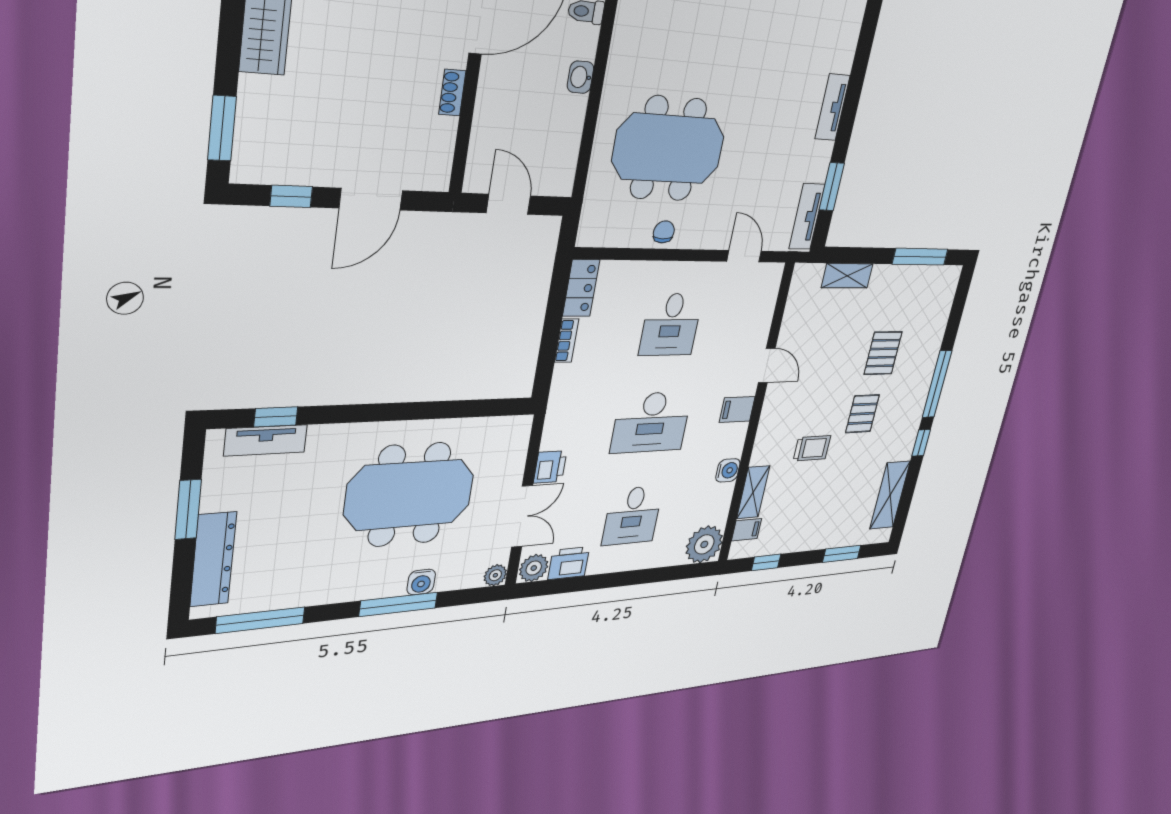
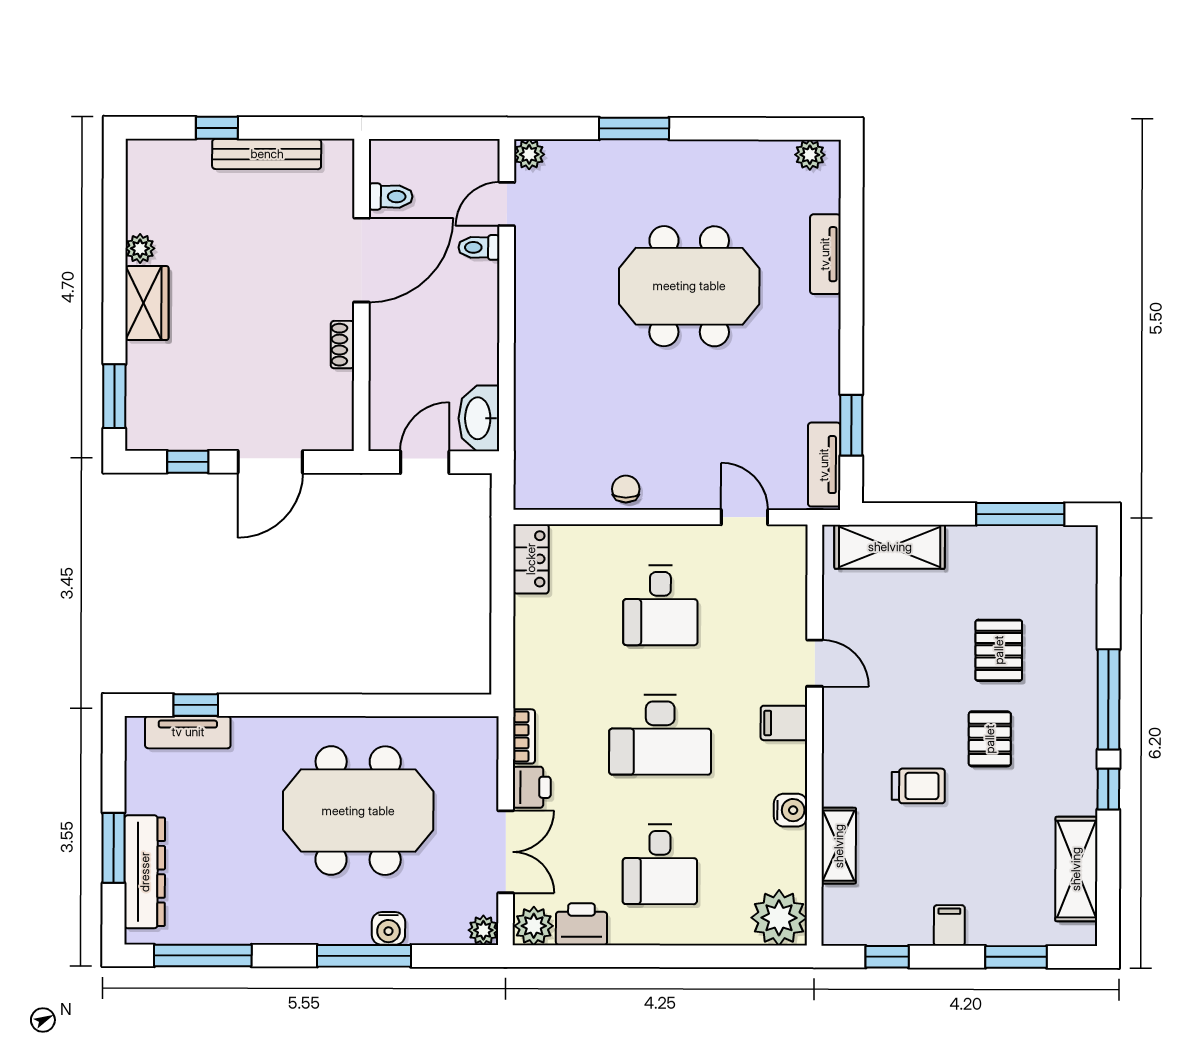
washbasin: (580, 77) -> (479, 418), moved, width x1.91, depth x1.45
tv unit: (832, 107) -> (825, 254), moved
meeting table: (668, 149) -> (689, 286), moved
door: (509, 204) -> (425, 462), hinge flipped
shelving: (847, 276) -> (890, 547), width x1.50, depth x1.33
bookcase: (567, 341) -> (524, 736), moved
window: (188, 509) -> (114, 848), moved
filing cabinet: (747, 530) -> (949, 925), moved, turned -90

